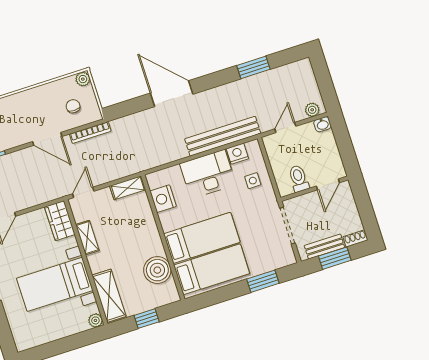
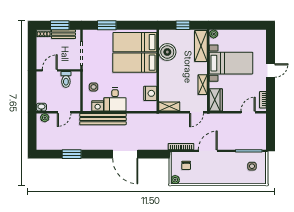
door: (47, 139) -> (208, 151), hinge flipped
desk: (208, 174) -> (115, 99), width x0.73

